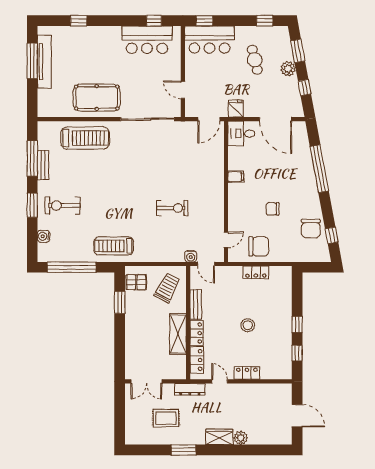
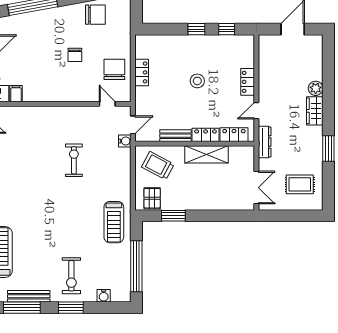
bench: (43, 165) -> (29, 296), width x1.36
filing cabinet: (236, 177) -> (16, 94), moved
rug: (166, 418) -> (300, 184), moved, turned 90

